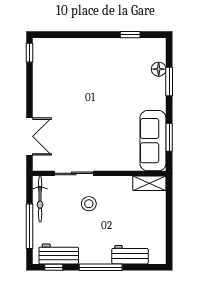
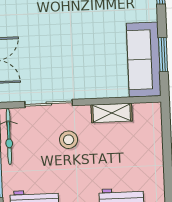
shelving: (149, 183) -> (112, 113), moved

